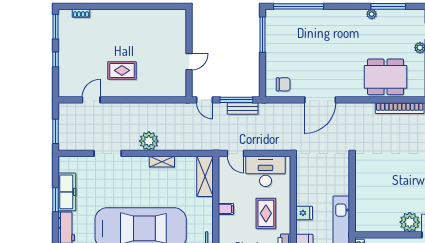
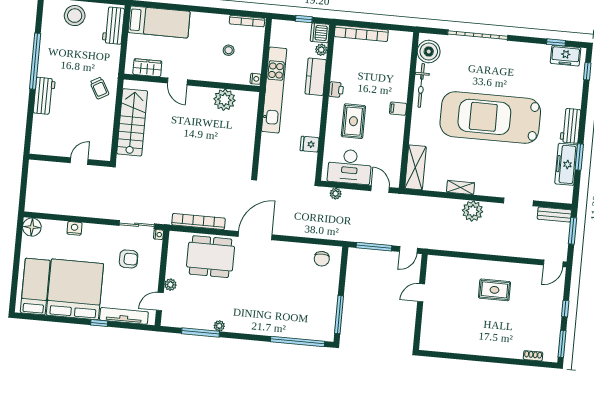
chair: (283, 84) -> (322, 259), turned -90
door: (91, 100) -> (553, 263), moved
door: (204, 100) -> (408, 250), swing flipped
door: (320, 100) -> (255, 236), moved
bench: (243, 108) -> (554, 214), moved
plant: (276, 145) -> (336, 194), added
filing cabinet: (226, 209) -> (398, 109), moved
fridge: (304, 213) -> (310, 144), moved
plant: (410, 222) -> (224, 100), moved

